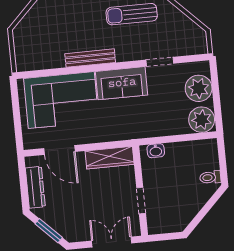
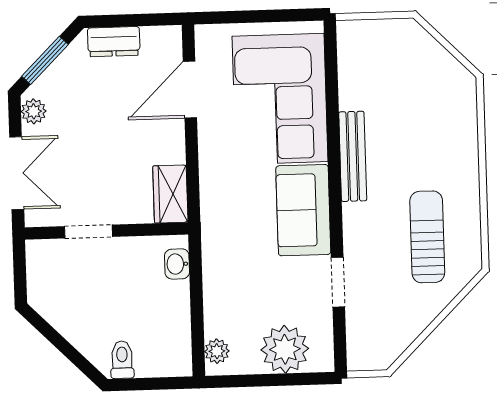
plant: (202, 120) -> (217, 351), width x0.53, depth x0.53
wardrobe: (110, 158) -> (170, 194), width x0.67
dresser: (35, 187) -> (114, 42), width x0.70
plant: (77, 235) -> (34, 111), added

